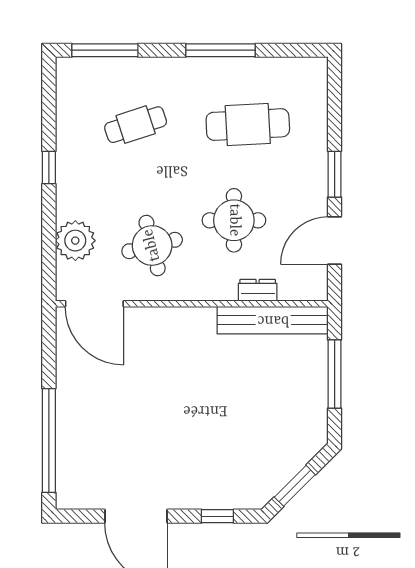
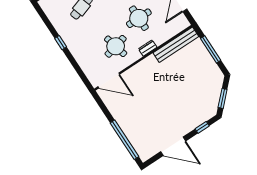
plant: (75, 241) -> (87, 62), removed
dresser: (258, 290) -> (148, 48), moved

